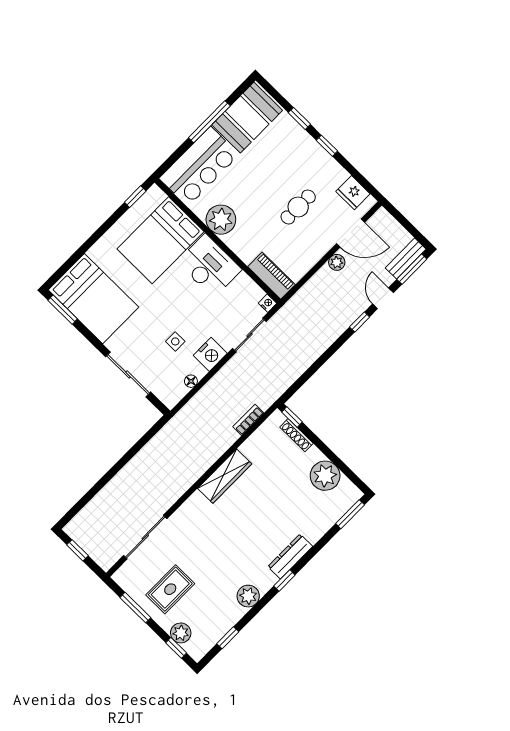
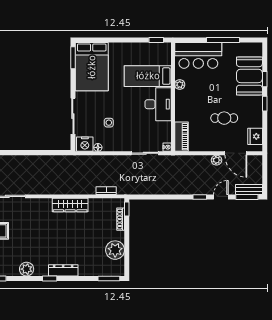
booth: (247, 118) -> (249, 76), moved, turned 90
plant: (221, 220) -> (180, 84), width x0.53, depth x0.53
bed: (160, 240) -> (148, 76), width x0.67
nightstand: (210, 354) -> (85, 144), moved

